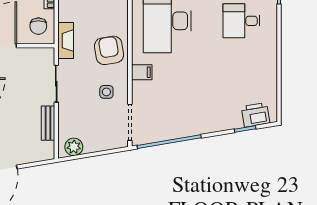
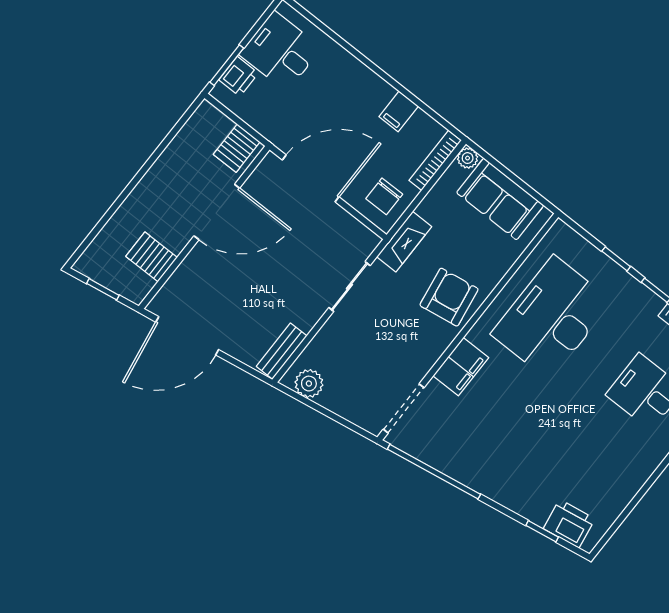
filing cabinet: (142, 72) -> (461, 367), width x2.00
side table: (106, 92) -> (404, 347), removed
bench: (48, 123) -> (282, 351), moved

